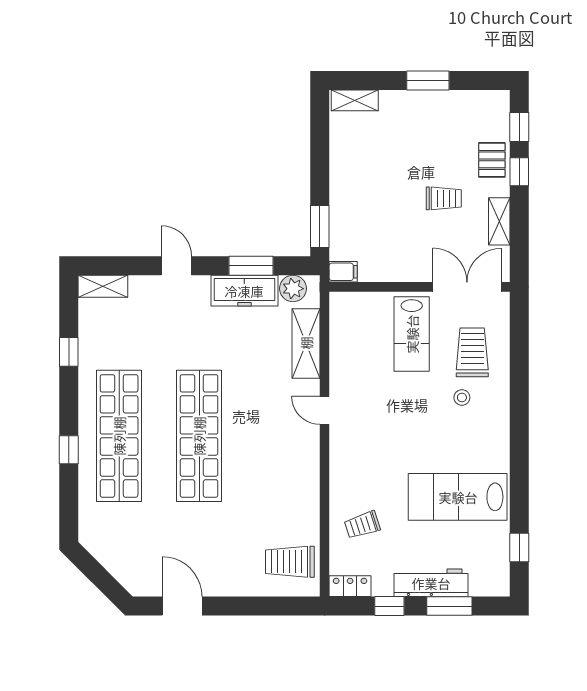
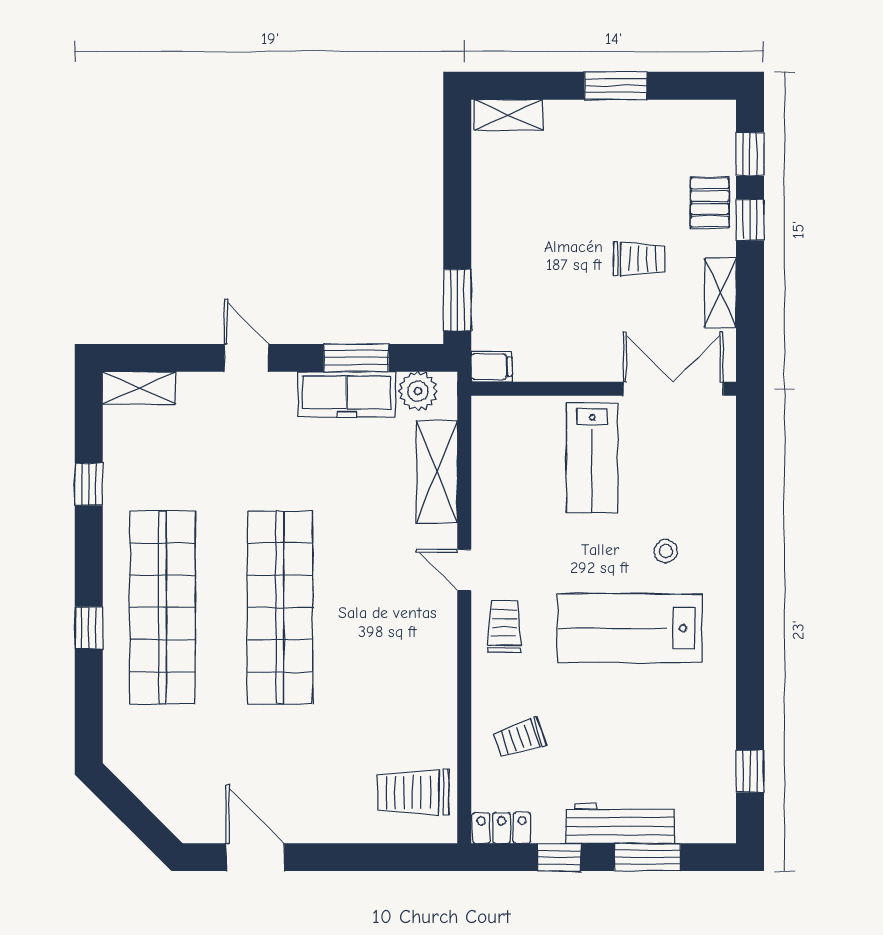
trolley: (472, 352) -> (504, 626), moved, width x0.73, depth x0.72
lab bench: (458, 497) -> (630, 628), moved

